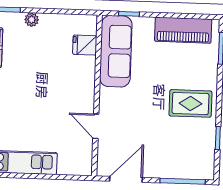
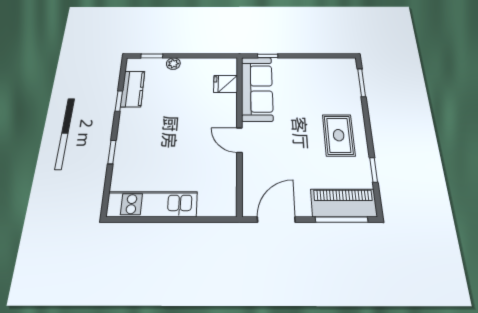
piano: (183, 30) -> (344, 203), moved, turned 180
rug: (190, 103) -> (339, 135), turned 90
door: (96, 126) -> (239, 140), moved

